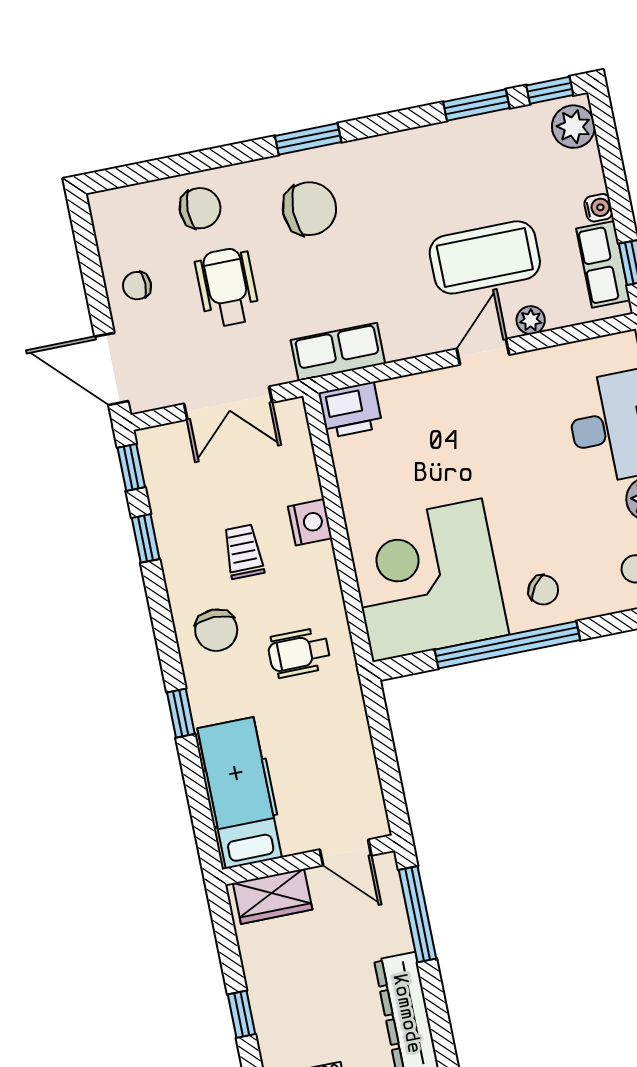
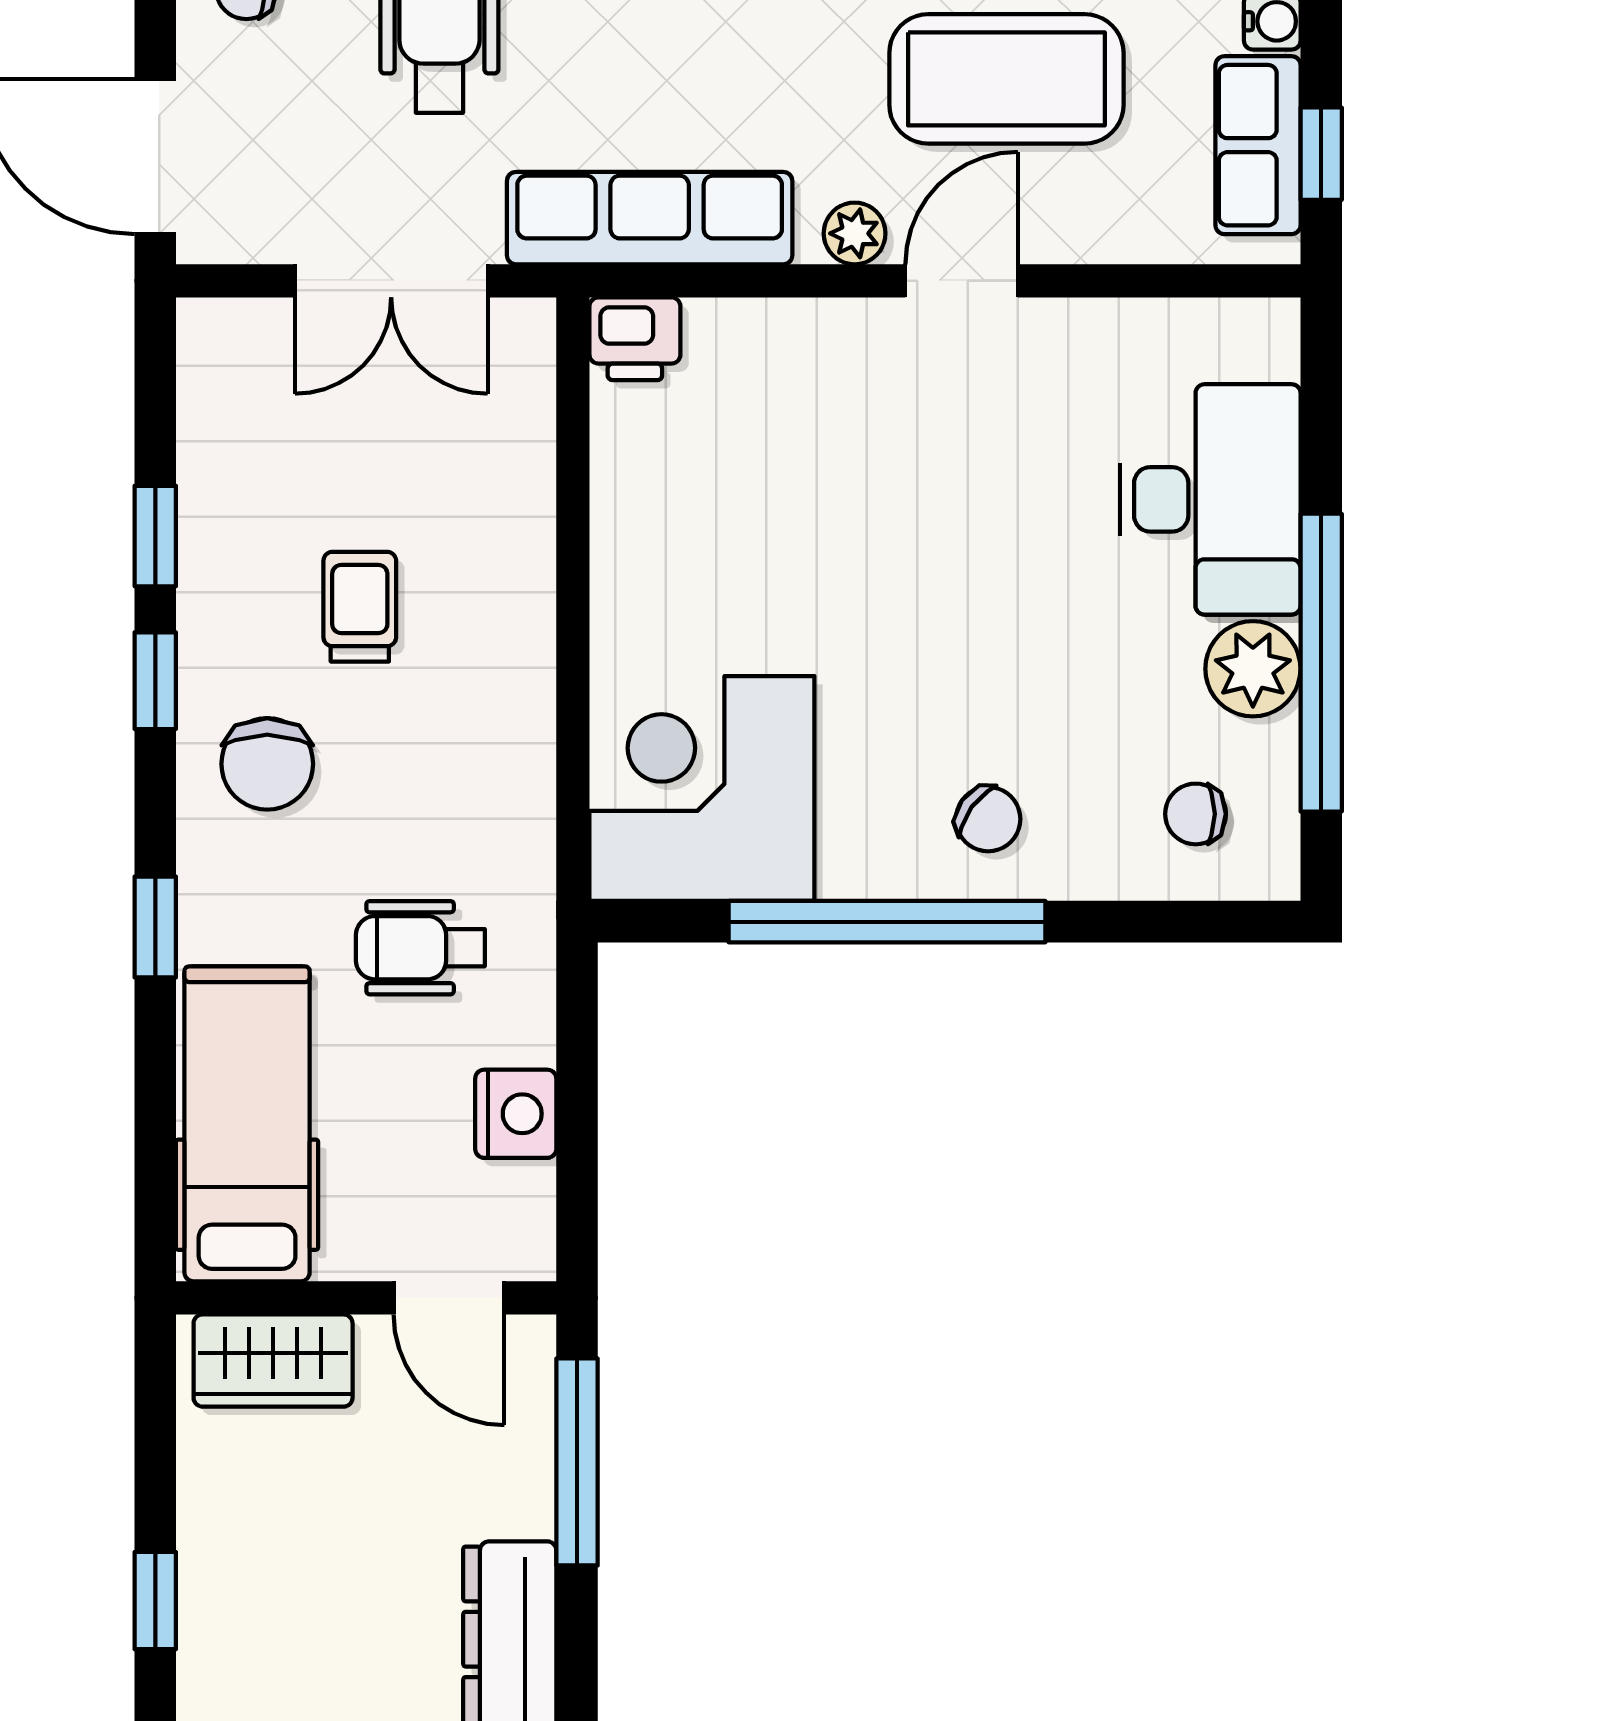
plant: (531, 320) -> (855, 233), moved
row of seats: (338, 352) -> (650, 218), width x1.48
printer: (350, 410) -> (635, 339), width x0.73, depth x0.81
window: (131, 467) -> (155, 681), moved
nightstand: (310, 522) -> (516, 1114), moved
corner desk: (427, 580) -> (702, 788), width x0.74, depth x0.74
wheelchair: (299, 653) -> (420, 948), moved

